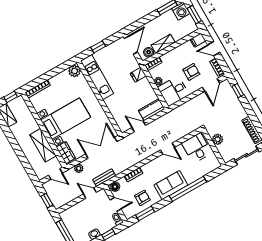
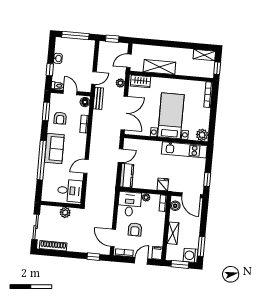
shelving: (163, 44) -> (173, 233), moved
window: (98, 47) -> (207, 179), moved
bed with nightstands: (66, 119) -> (171, 116), moved, turned 180
door: (116, 204) -> (70, 92), swing flipped

